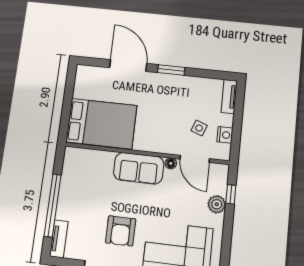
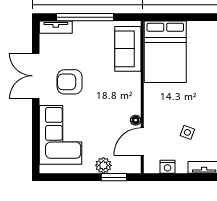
side table: (199, 128) -> (187, 132), moved
sofa: (139, 168) -> (128, 49), moved
window: (231, 194) -> (114, 177), width x1.50

